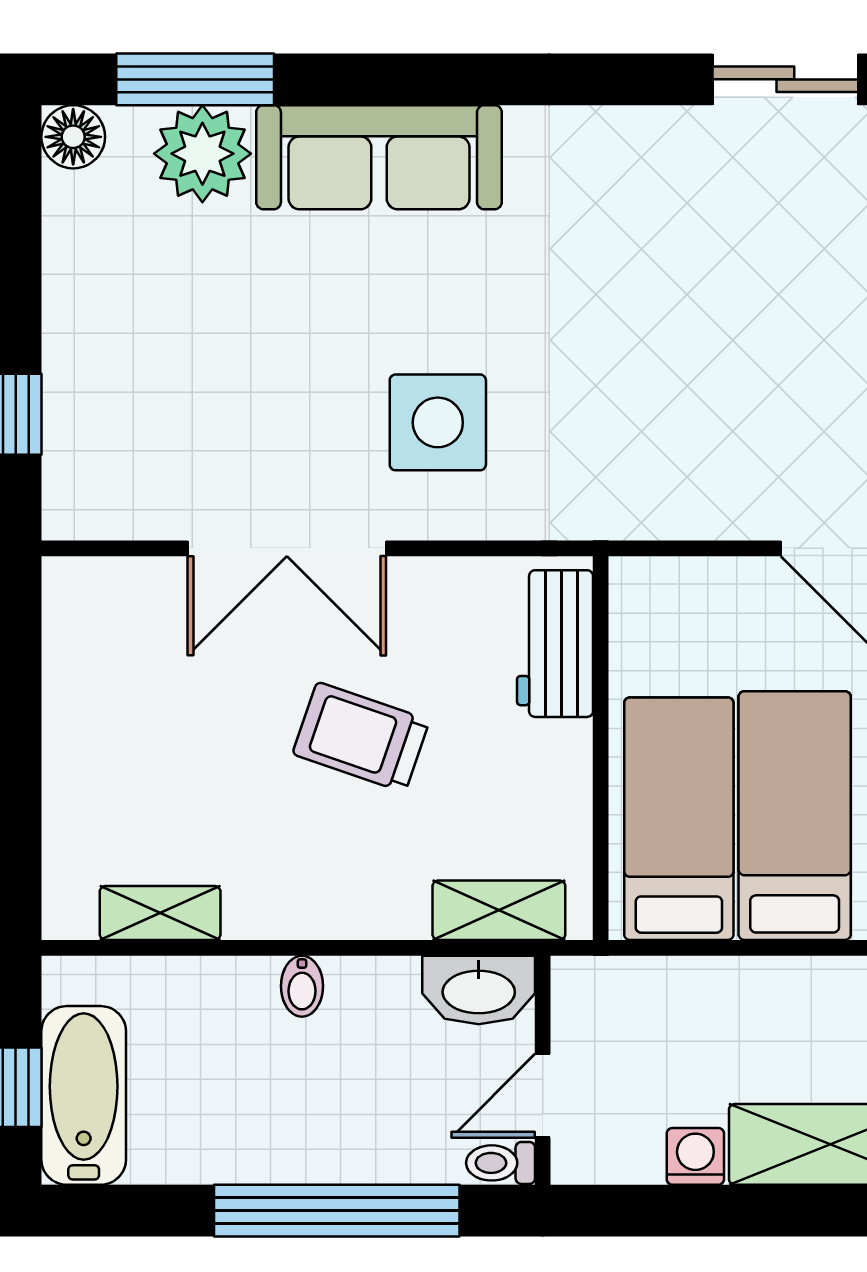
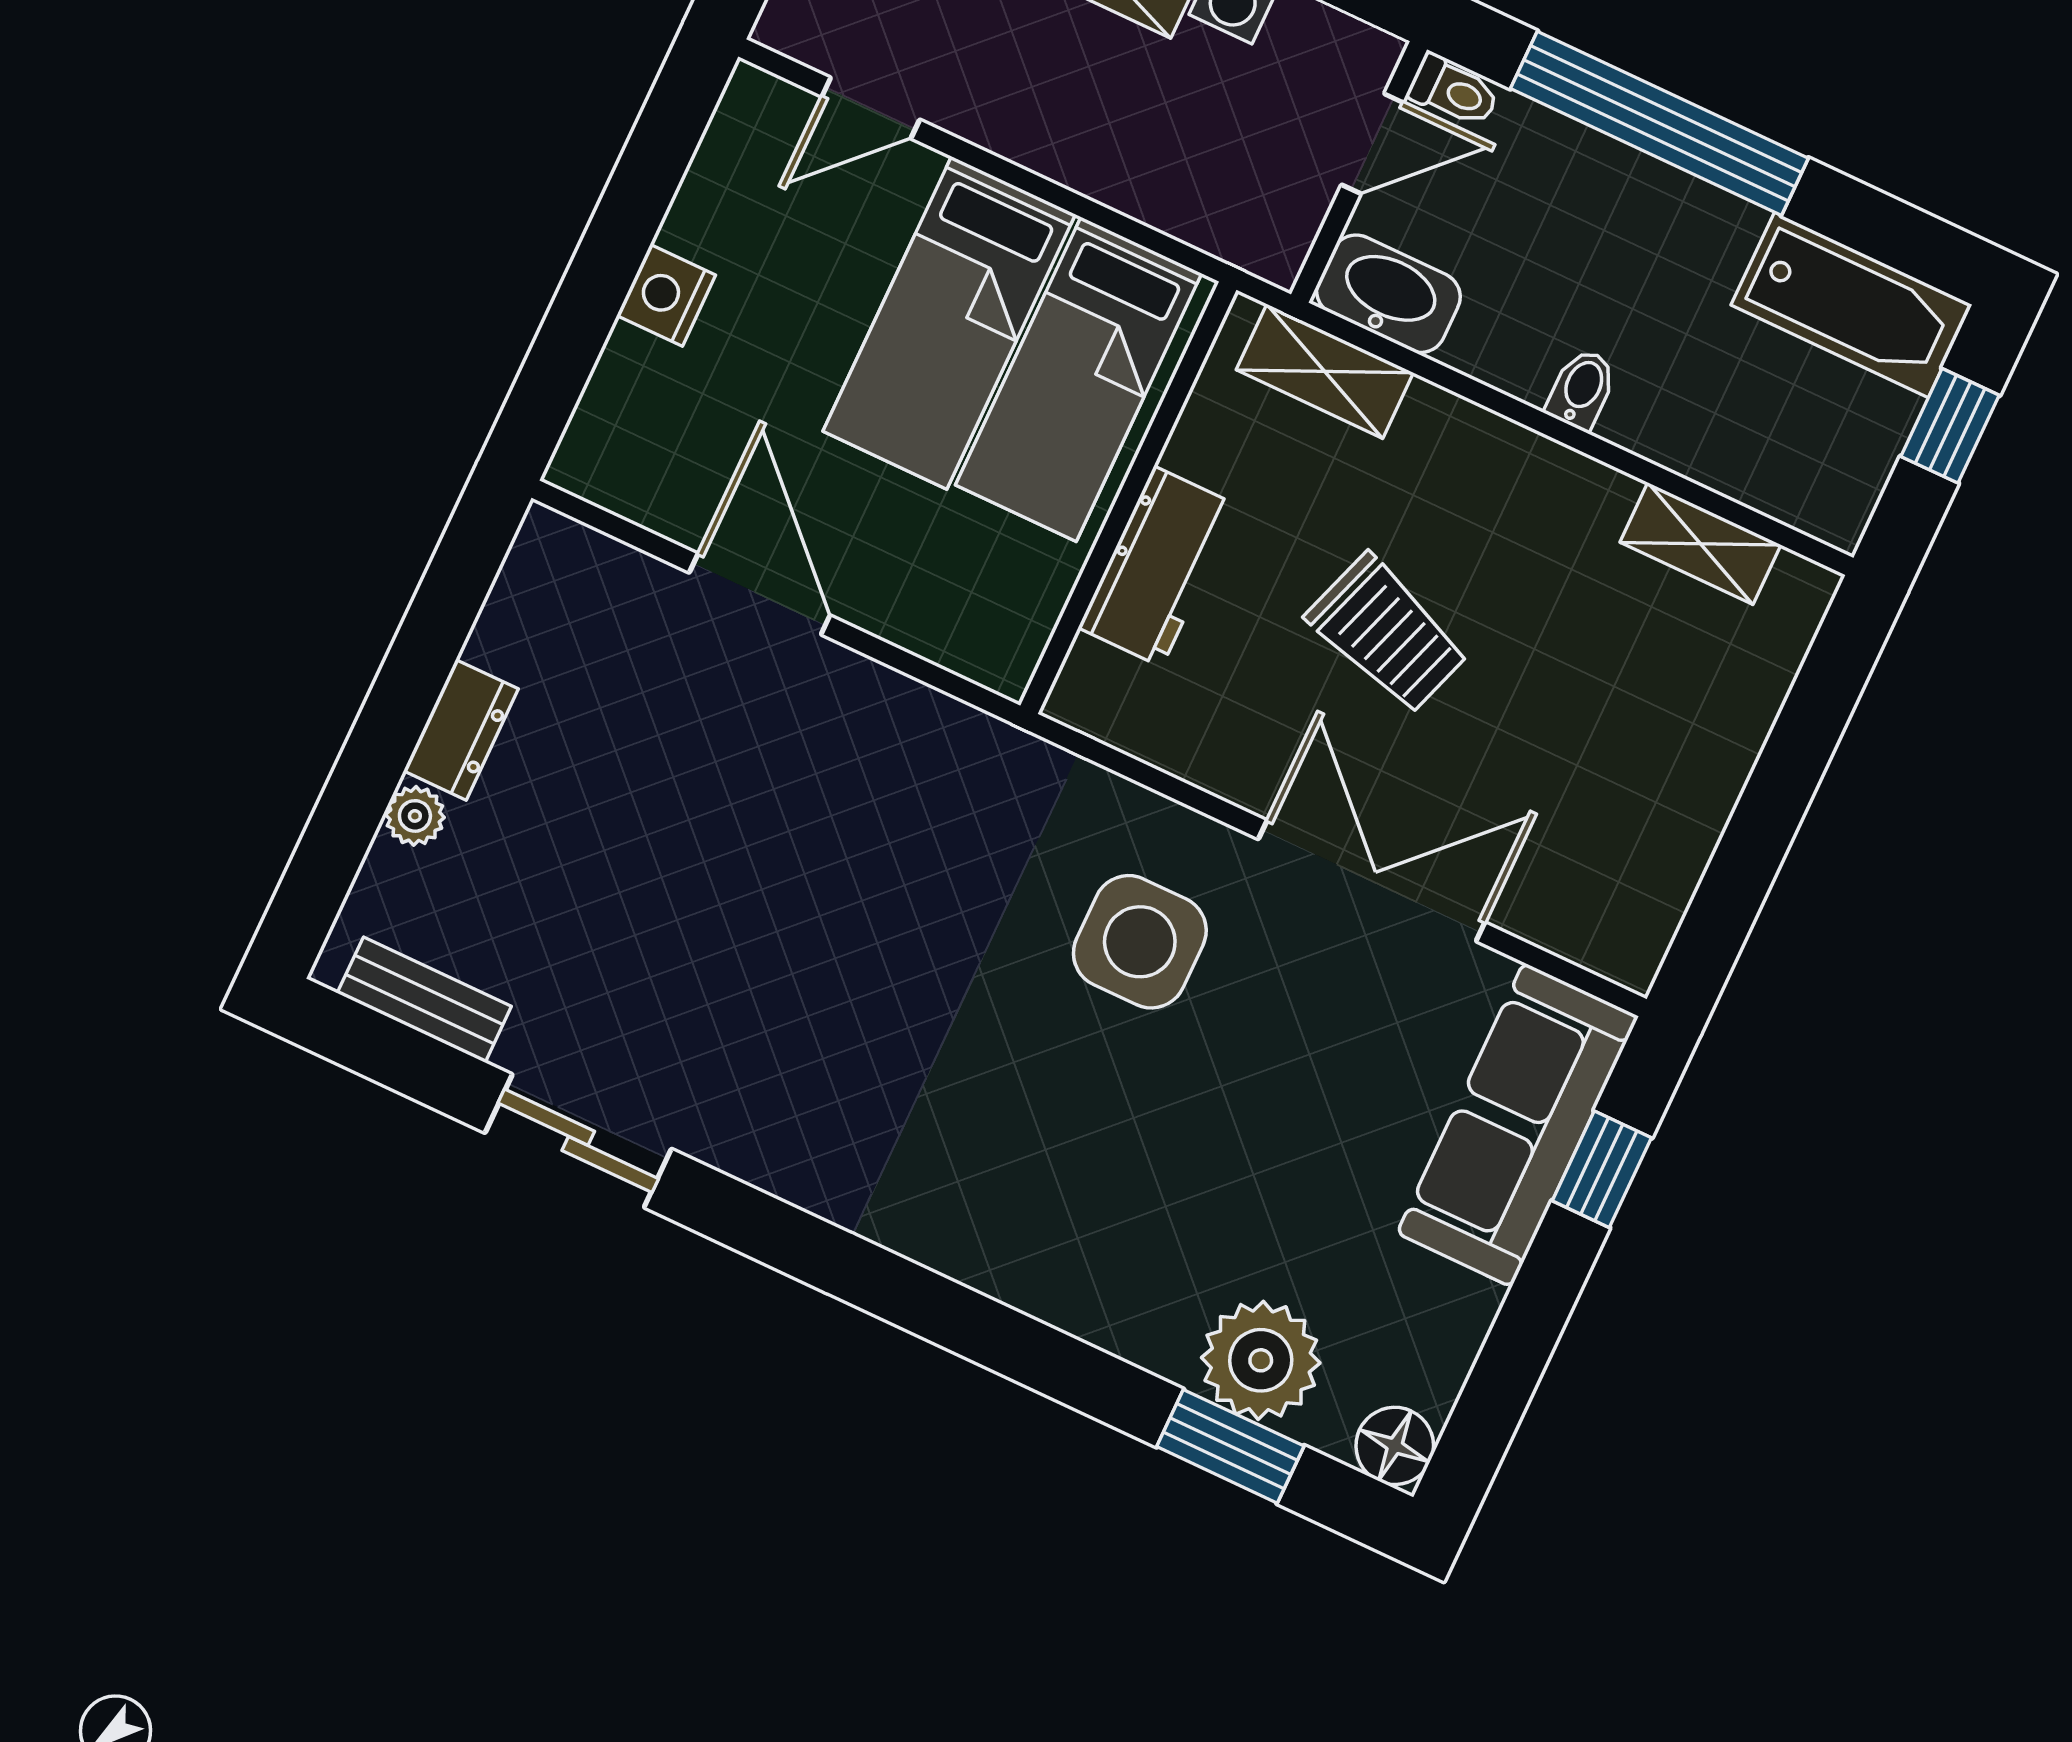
window: (195, 79) -> (1230, 1446), width x0.69
sofa: (379, 157) -> (1518, 1125), moved, turned -90
workbench: (555, 644) -> (1158, 566), moved
bathtub: (84, 1095) -> (1851, 305), moved, turned -90

